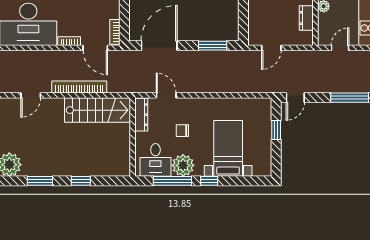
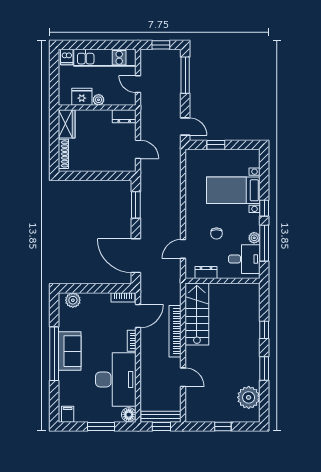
dresser: (306, 18) -> (124, 116), moved
dresser: (141, 115) -> (206, 273), width x0.70
plant: (183, 165) -> (254, 238), width x0.53, depth x0.53

